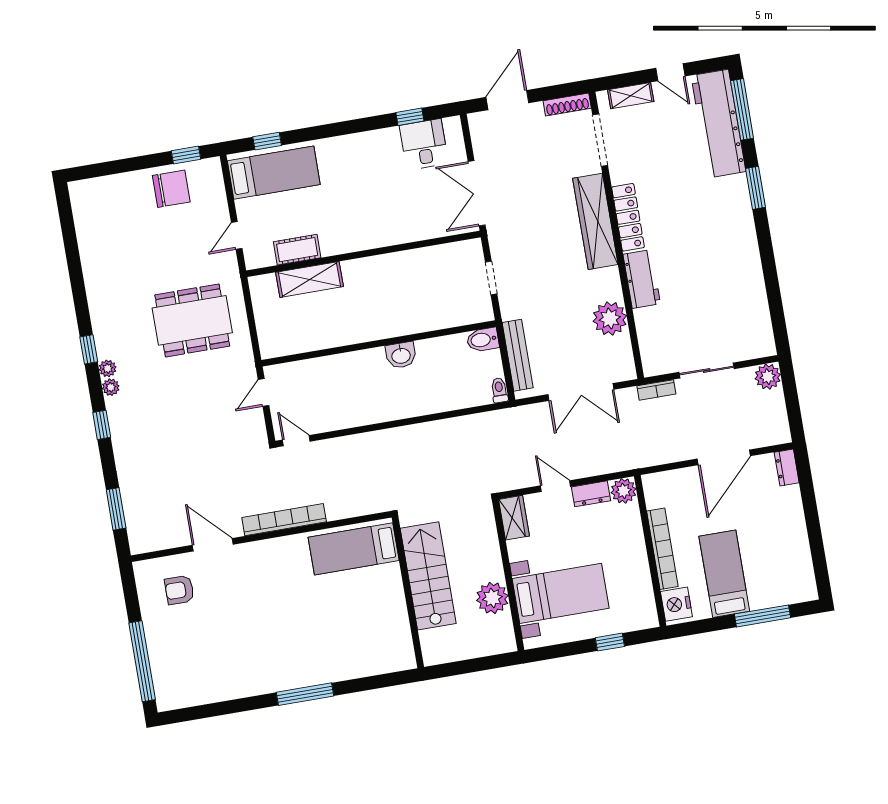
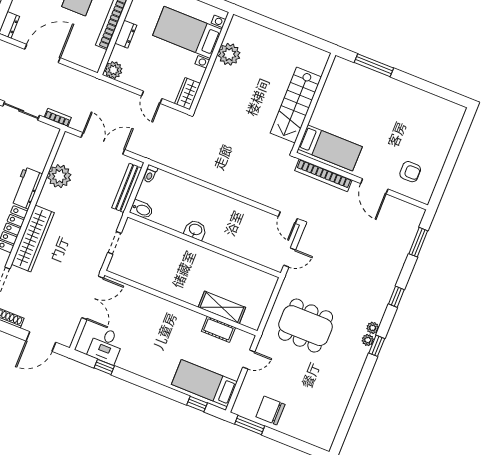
window: (186, 155) -> (250, 425), width x1.50
plant: (111, 387) -> (368, 340), moved
dresser: (591, 494) -> (126, 34), moved, turned 90
bed: (354, 549) -> (330, 148), moved
stairs: (428, 576) -> (296, 105), moved
wall: (408, 592) -> (314, 103), moved
window: (142, 661) -> (458, 143), removed

